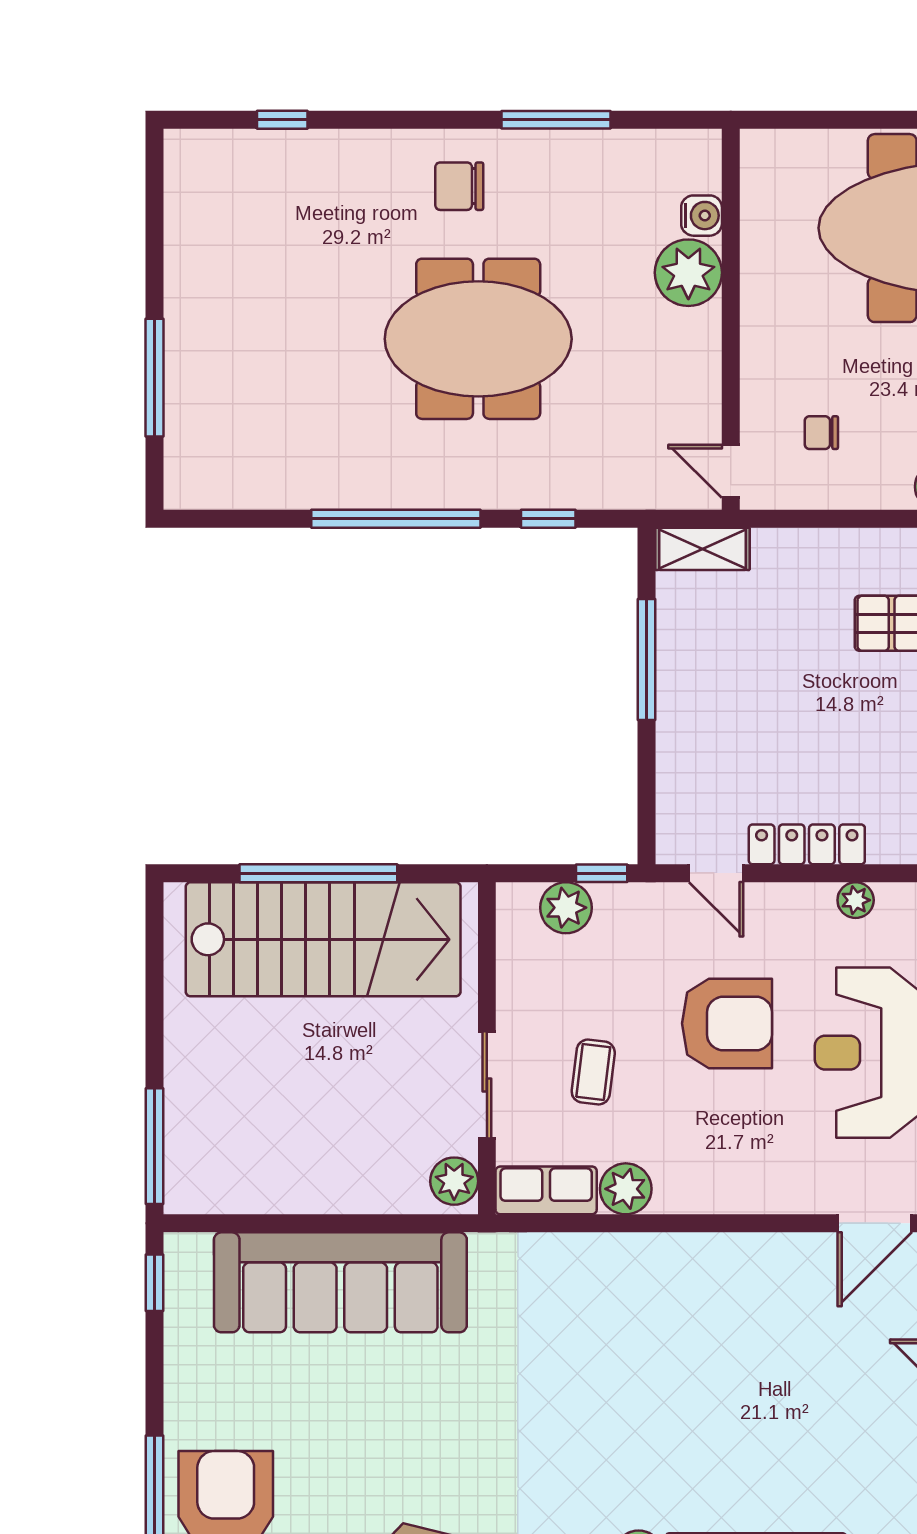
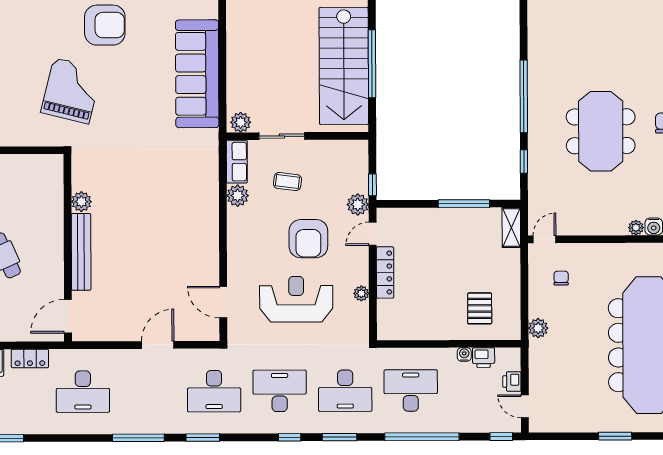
plant: (688, 273) -> (636, 228), width x0.53, depth x0.53
plant: (566, 908) -> (358, 204), moved

